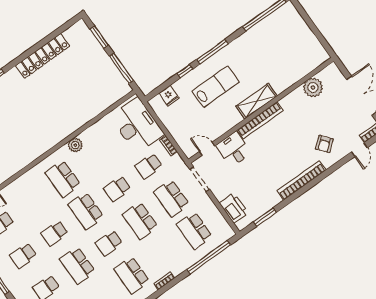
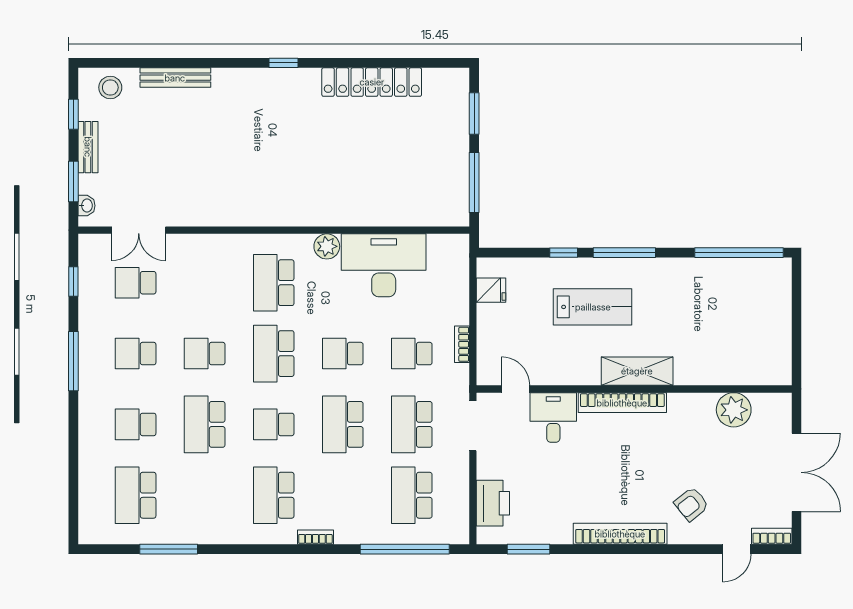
fridge: (169, 96) -> (491, 290), moved, turned -90
desk: (137, 125) -> (384, 265), moved, turned -90

